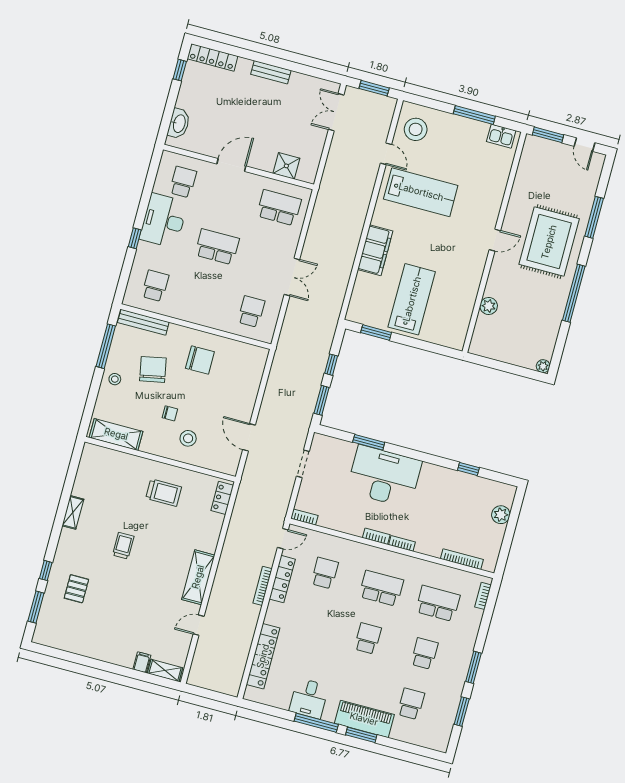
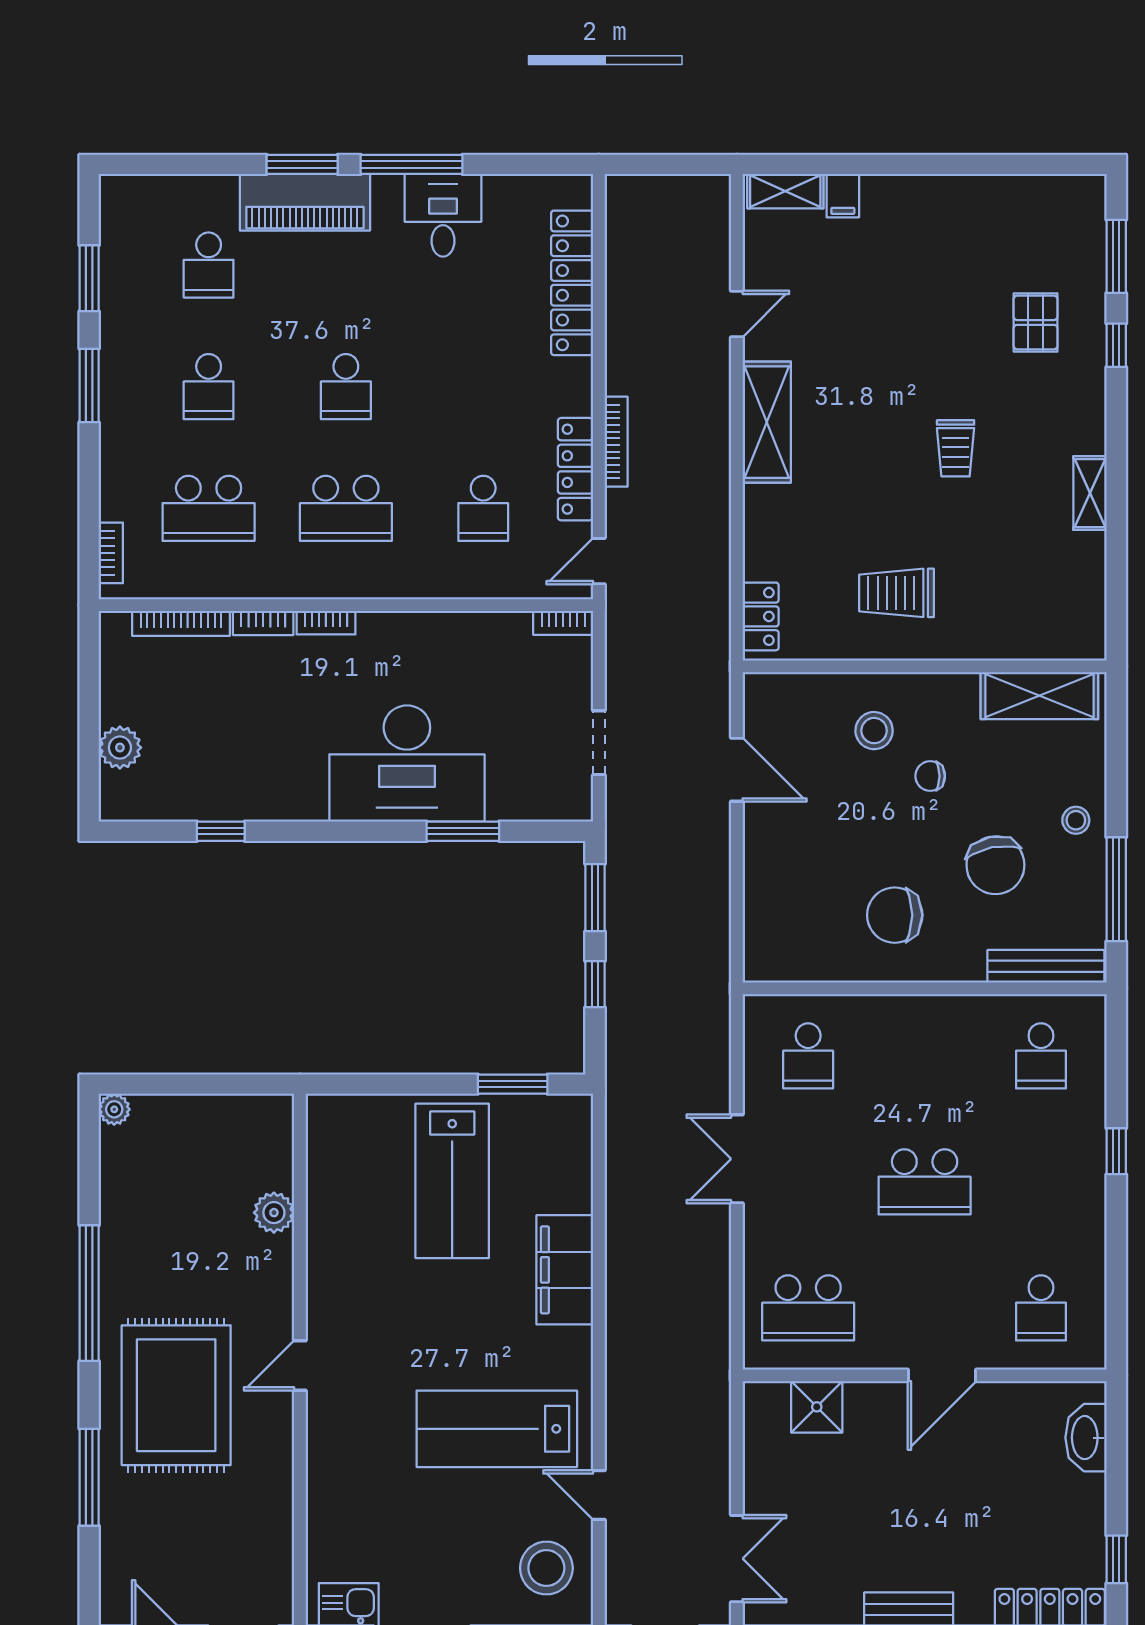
desk: (164, 221) -> (1062, 1209), removed
bookcase: (376, 536) -> (263, 623), moved

